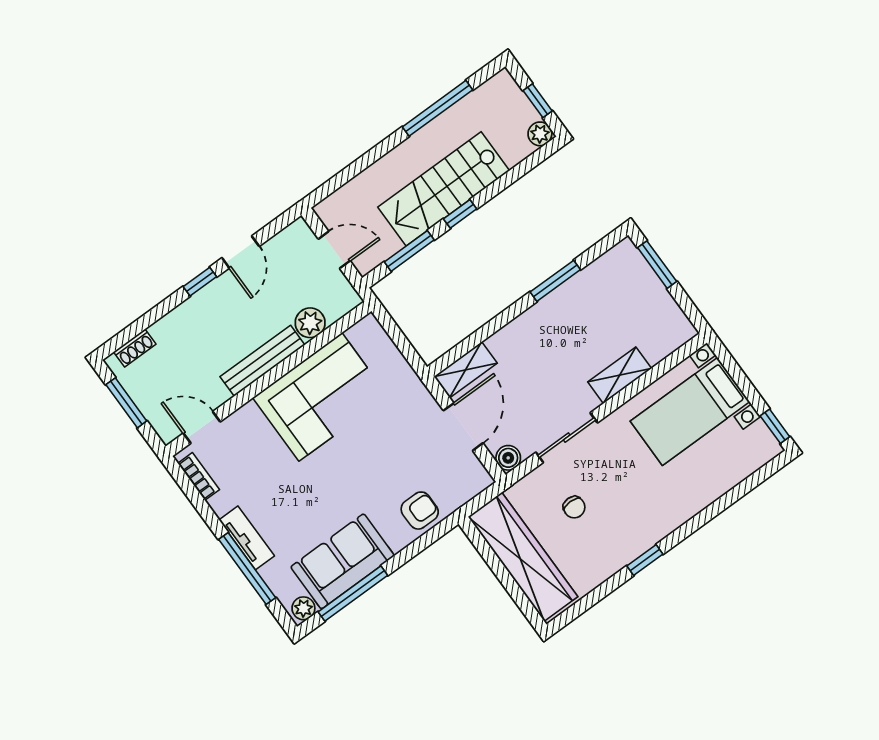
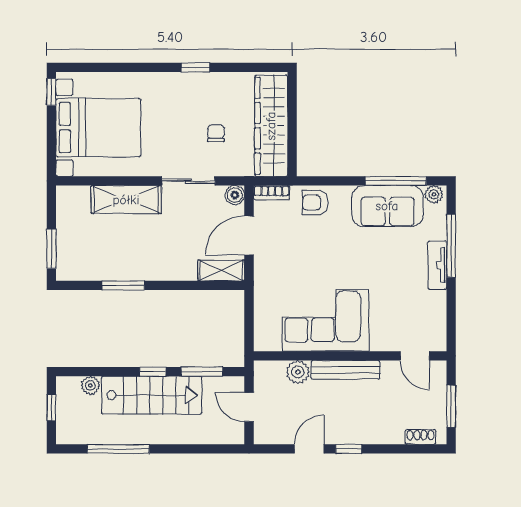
plant: (540, 134) -> (90, 386), moved
shelving: (620, 375) -> (126, 200), width x1.50, depth x1.33
bed with nightstands: (690, 411) -> (98, 128), width x1.36
bookcase: (199, 476) -> (272, 193), moved, turned -90

